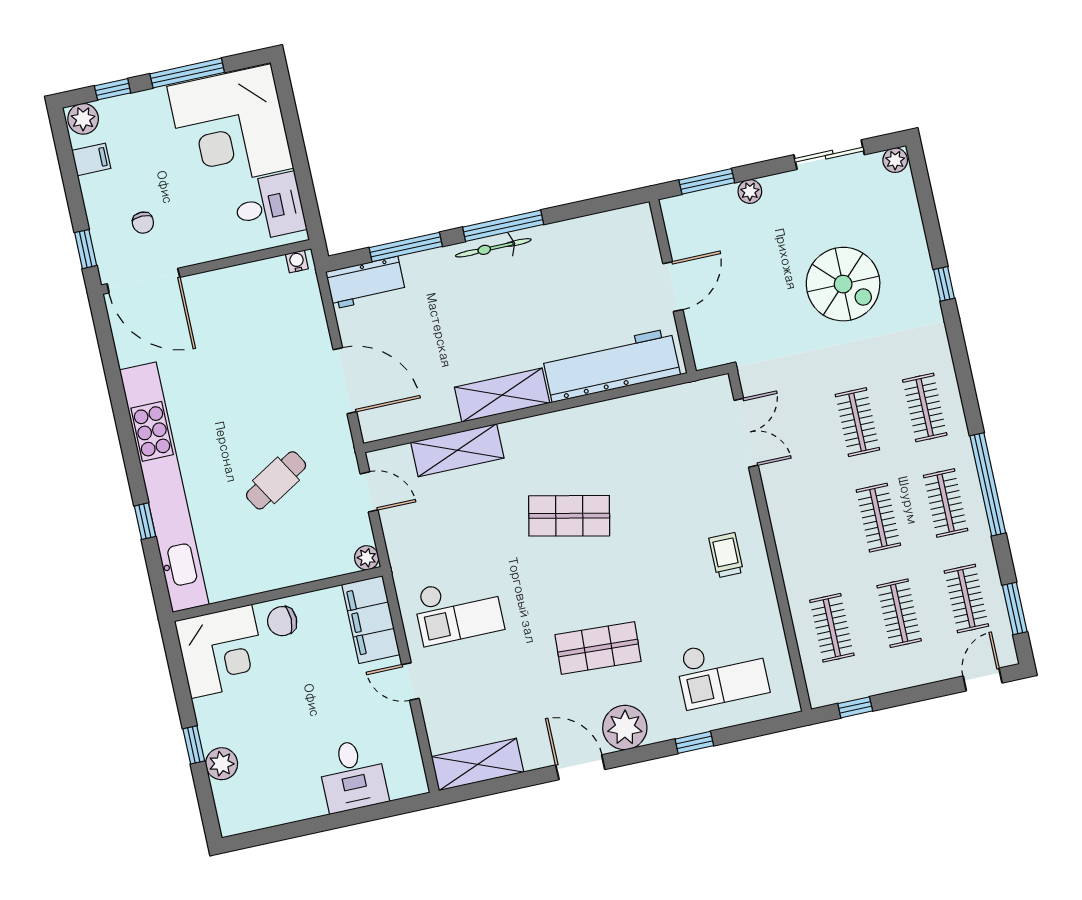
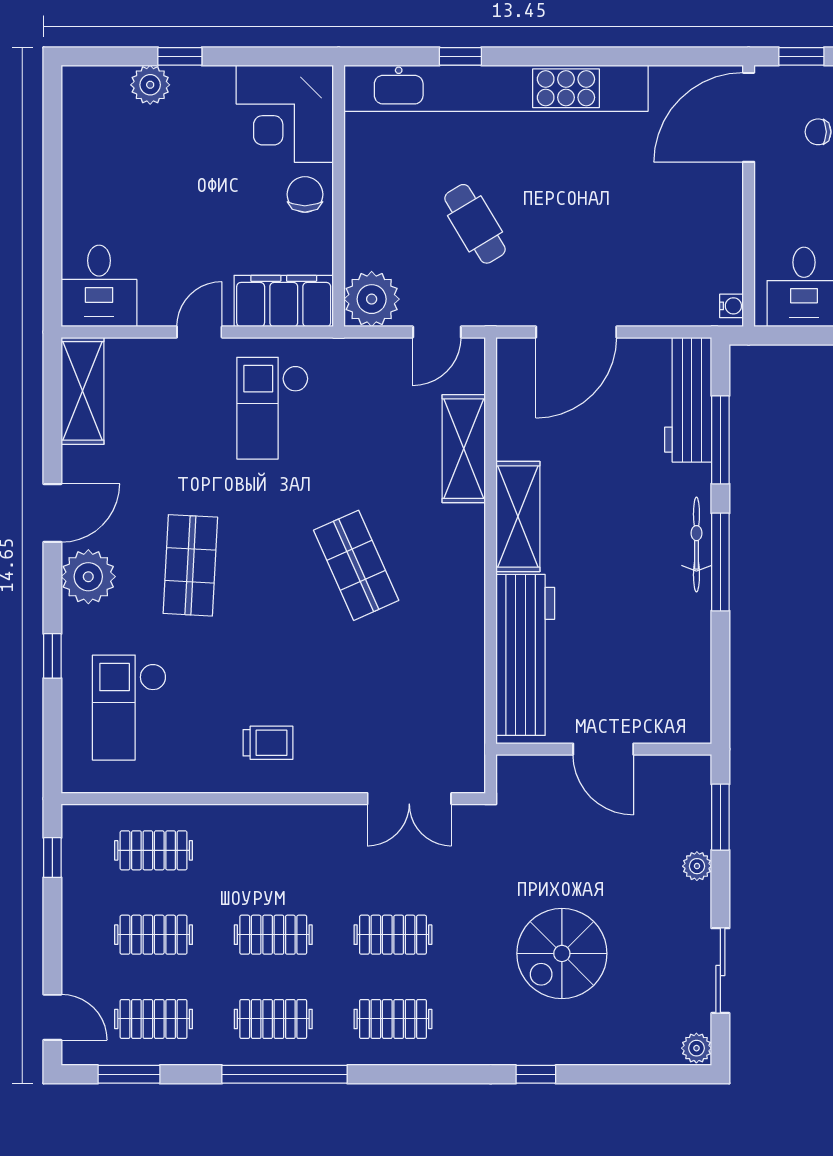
workbench: (366, 283) -> (688, 400), width x1.37
shop shelf: (569, 516) -> (356, 565), turned -36
plant: (367, 558) -> (372, 299), width x1.88, depth x1.88
desk: (353, 775) -> (99, 286), moved, turned -90

